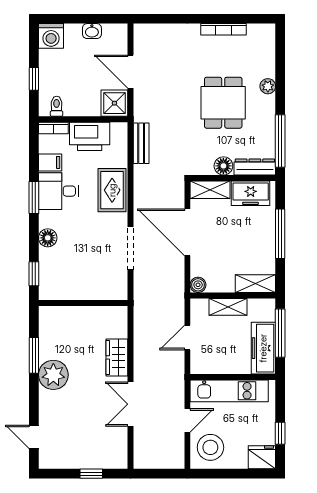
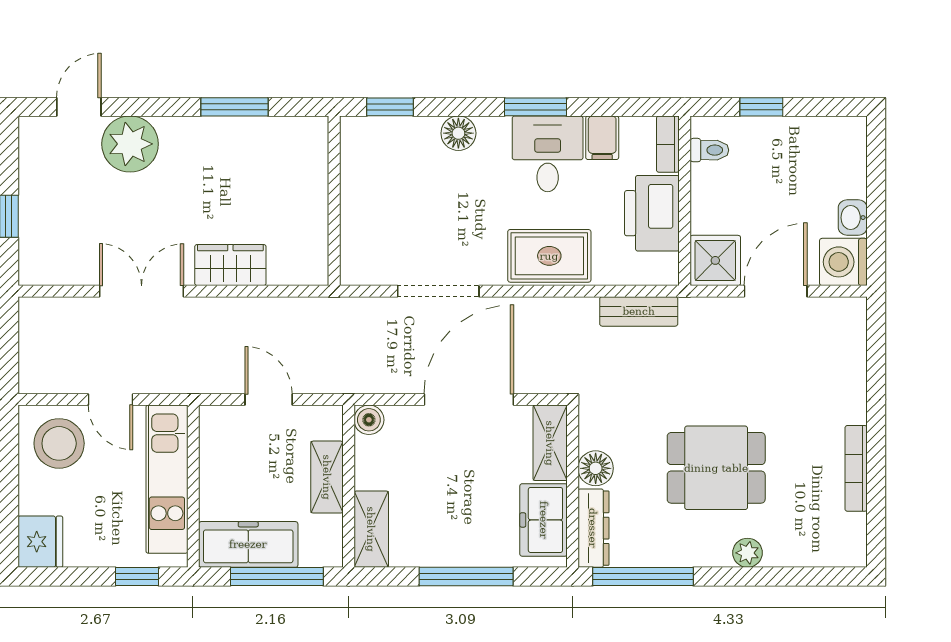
washing machine: (51, 36) -> (843, 262), moved
plant: (53, 375) -> (130, 144), moved
window: (280, 433) -> (137, 577), moved

